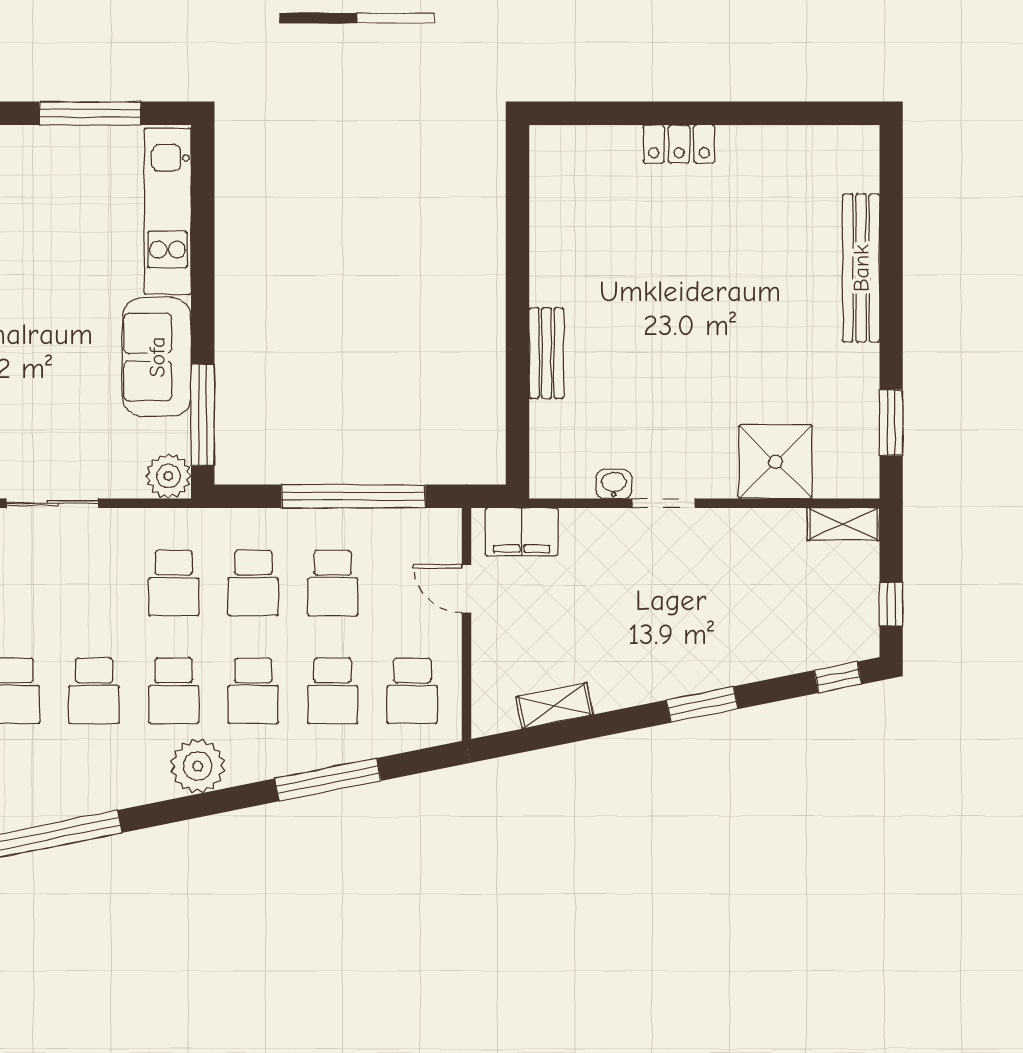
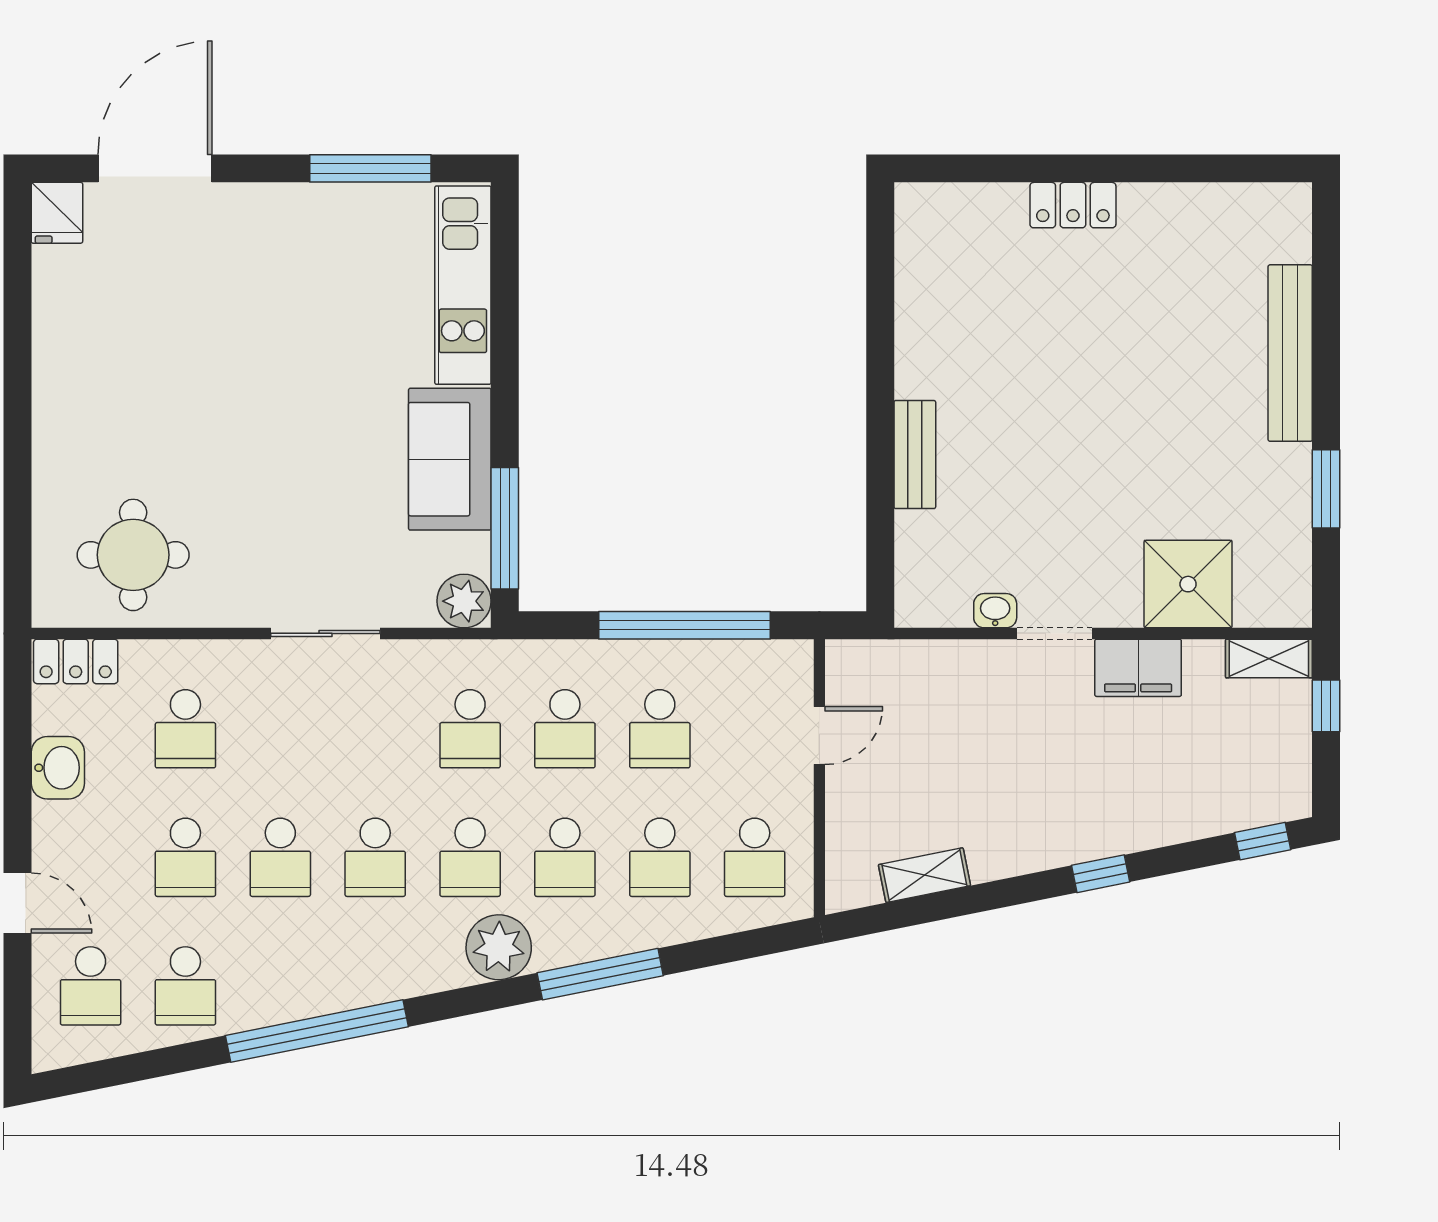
window: (891, 423) -> (1326, 489), moved
filing cabinet: (522, 532) -> (1138, 668), moved
door: (466, 589) -> (819, 736), swing flipped
window: (891, 604) -> (1326, 706), moved
window: (702, 704) -> (1101, 874), width x0.67
window: (328, 780) -> (600, 974), moved

